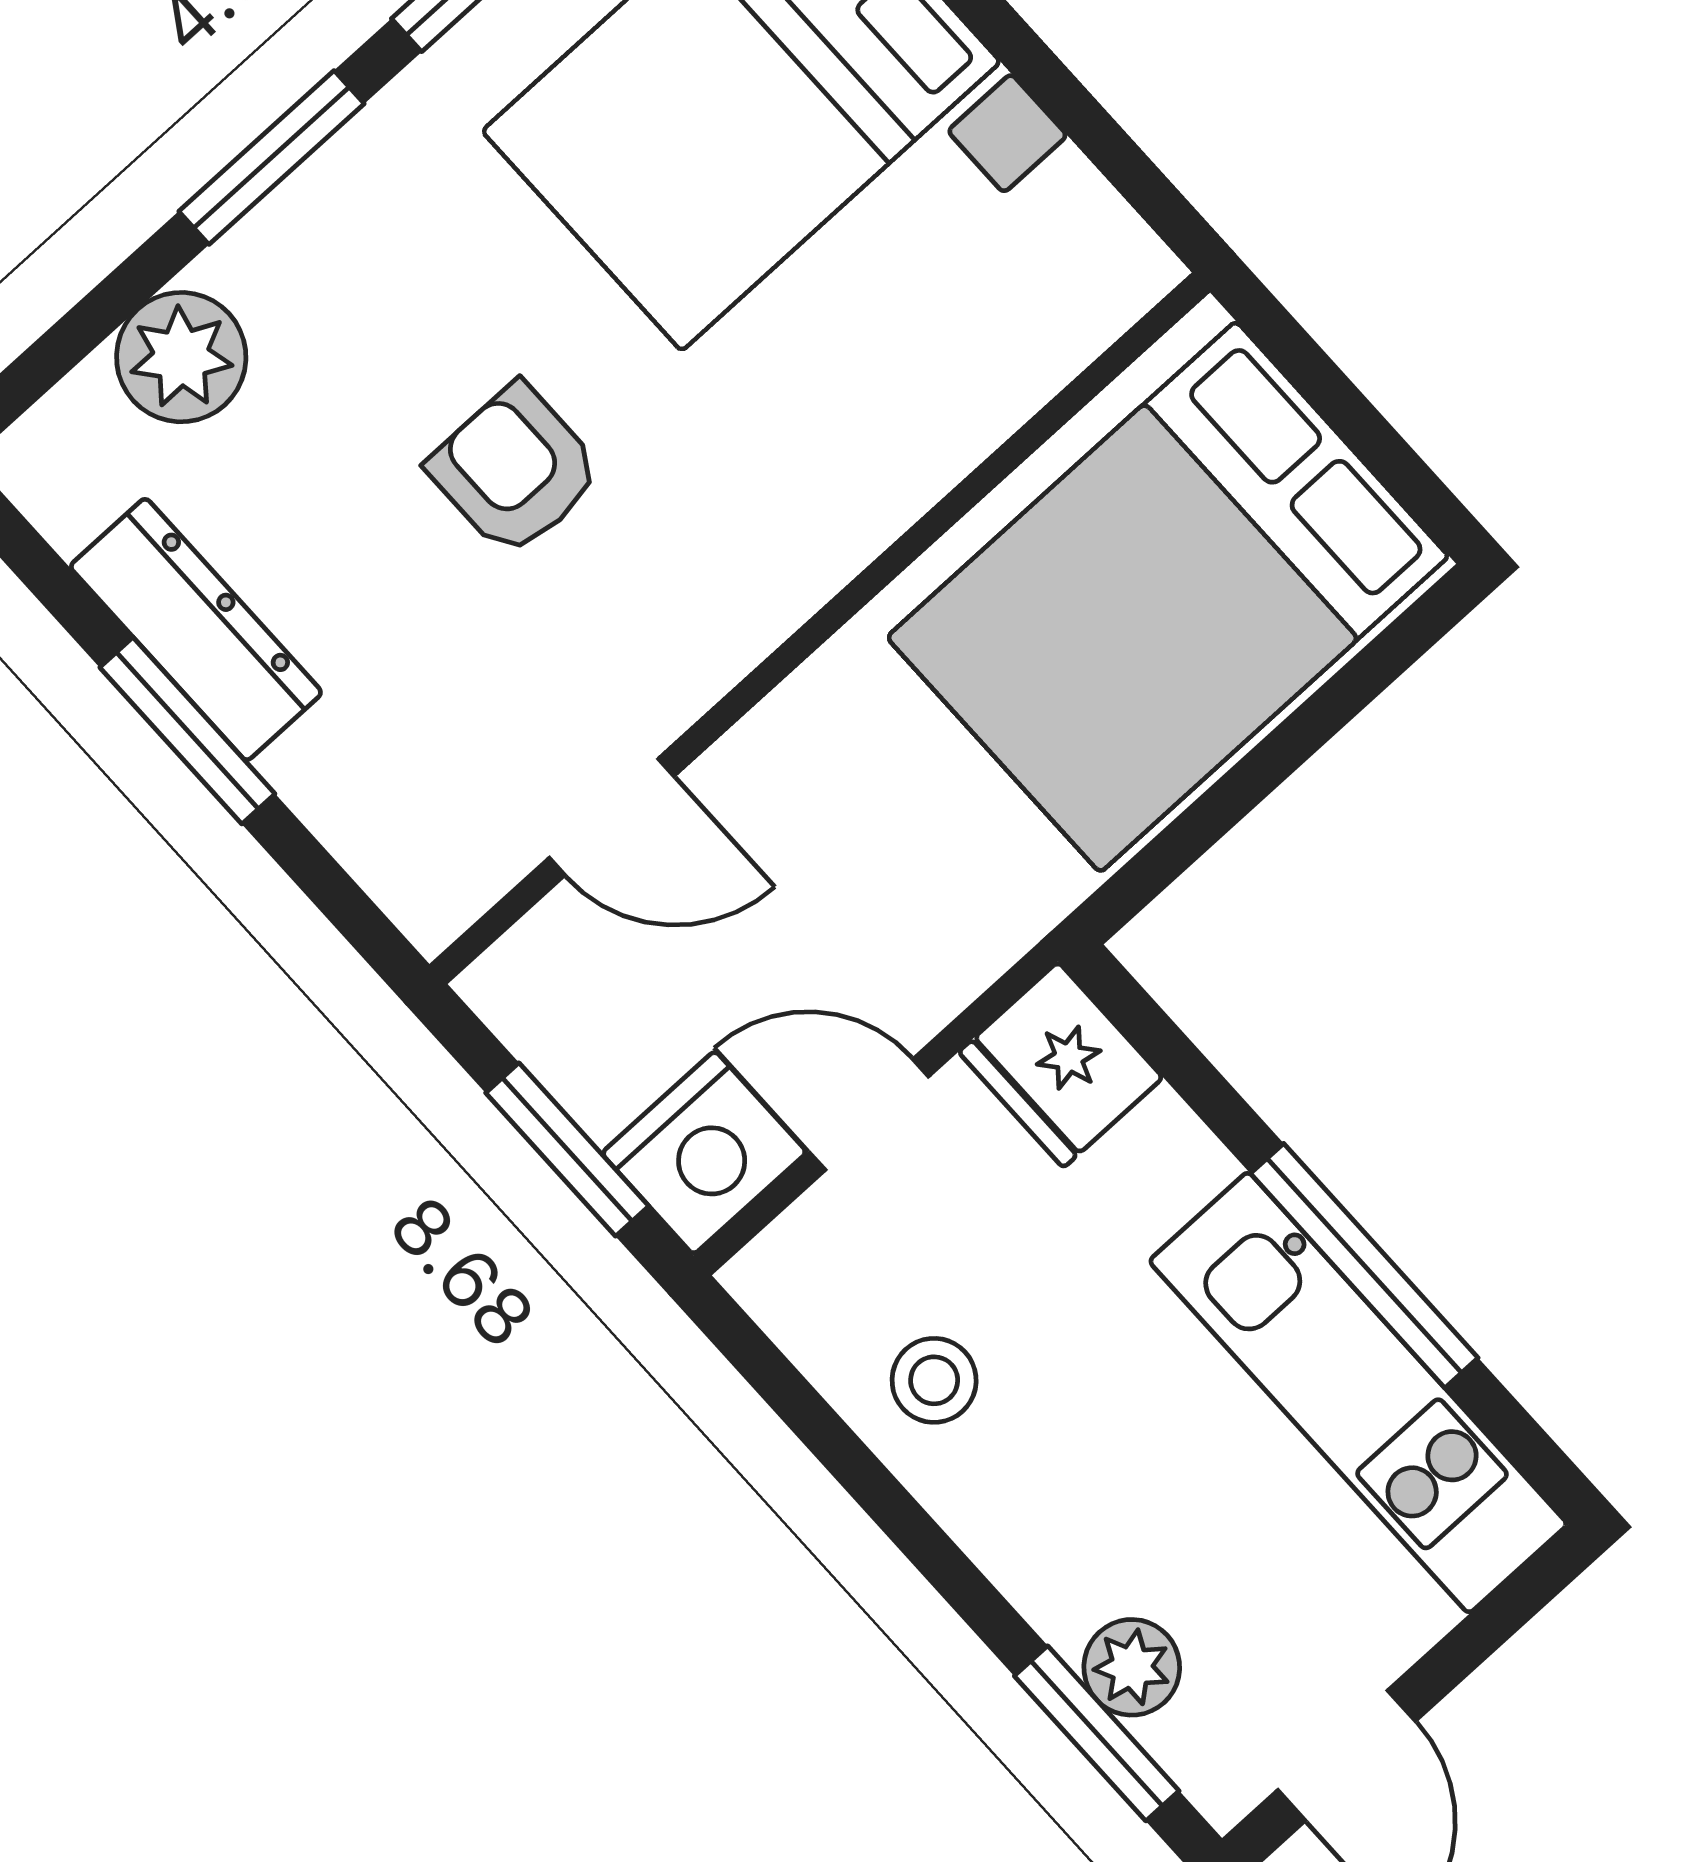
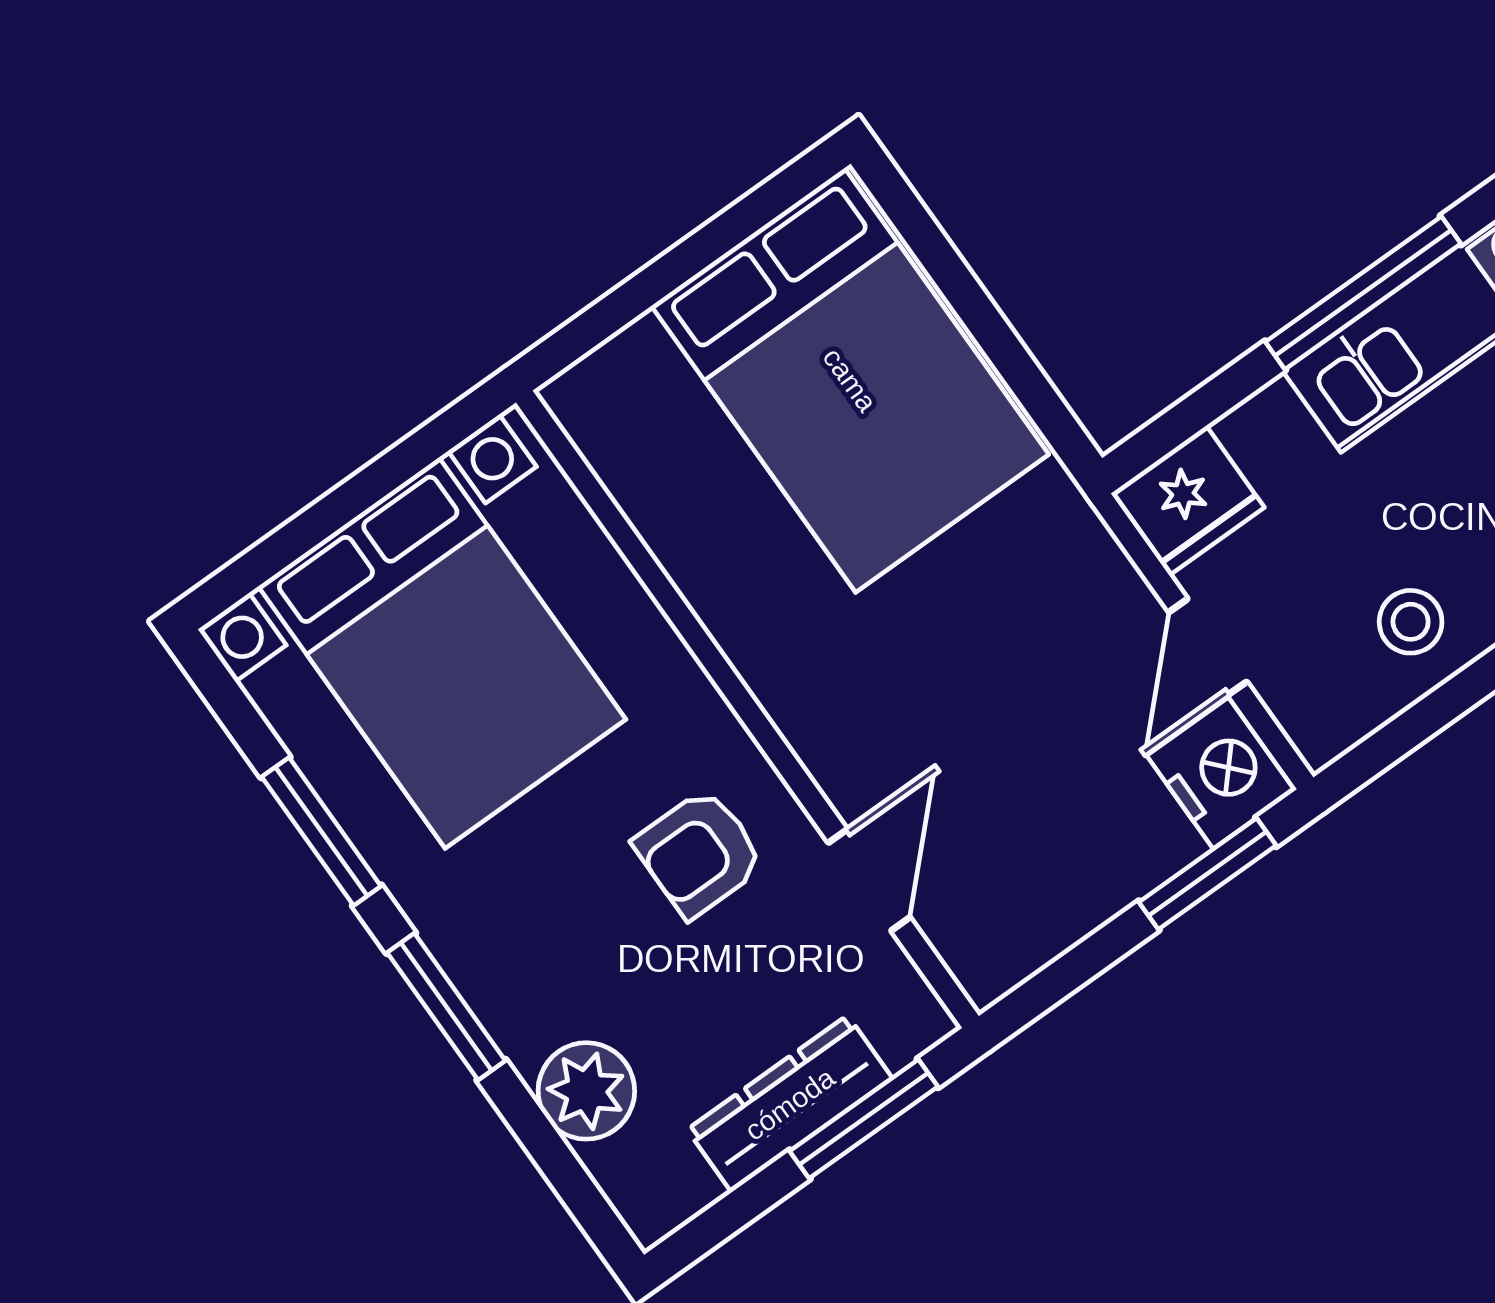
wall: (820, 628) -> (747, 709), moved
door: (612, 817) -> (869, 880), moved

